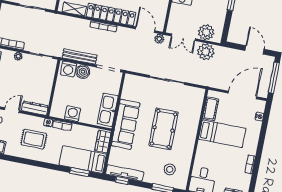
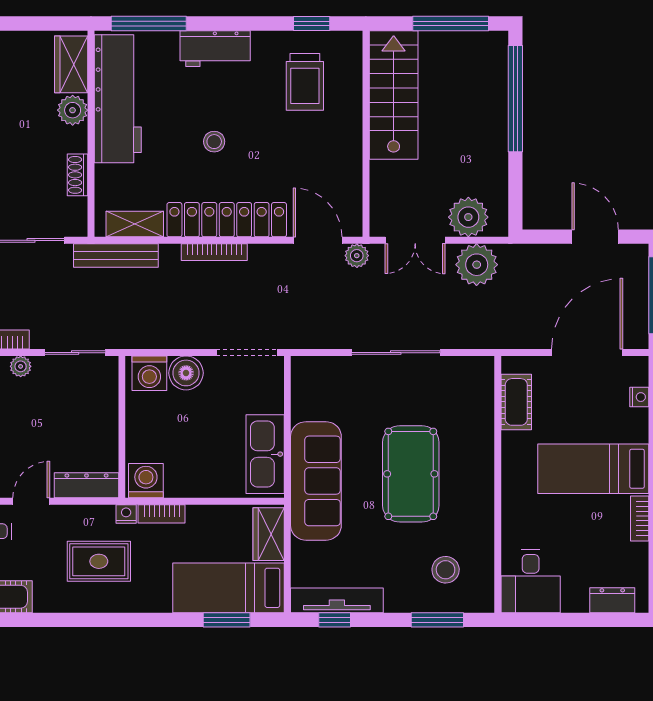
bench: (80, 56) -> (116, 256), moved
washing machine: (73, 114) -> (146, 481), moved
bed: (222, 134) -> (593, 469), moved, turned 180

